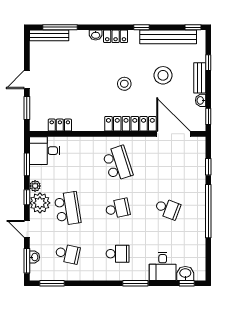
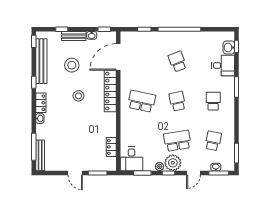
school desk: (118, 163) -> (142, 101), turned 30
school desk: (168, 209) -> (177, 62), turned -42

